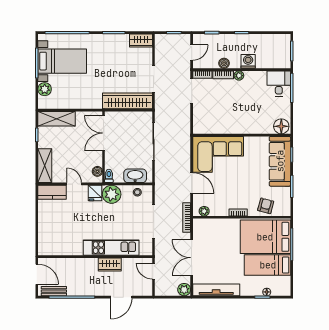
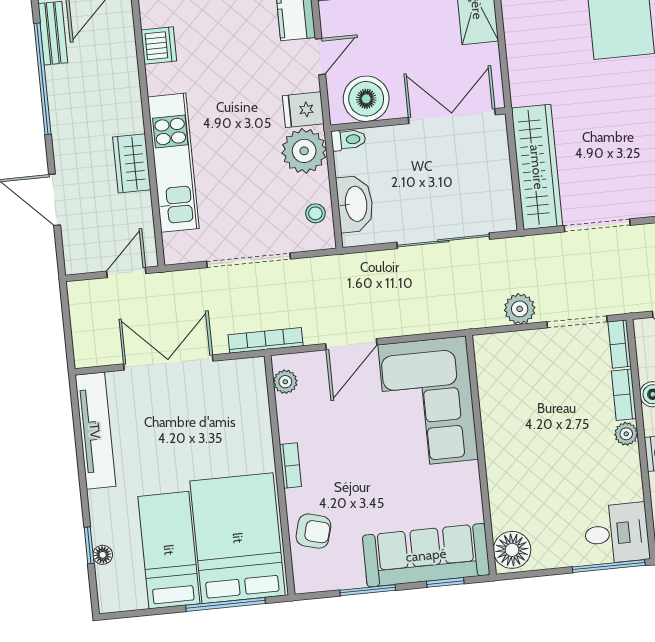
boiler: (97, 171) -> (366, 99), width x1.86, depth x1.86
dishwasher: (63, 249) -> (159, 46), added
plant: (184, 290) -> (520, 309), moved

